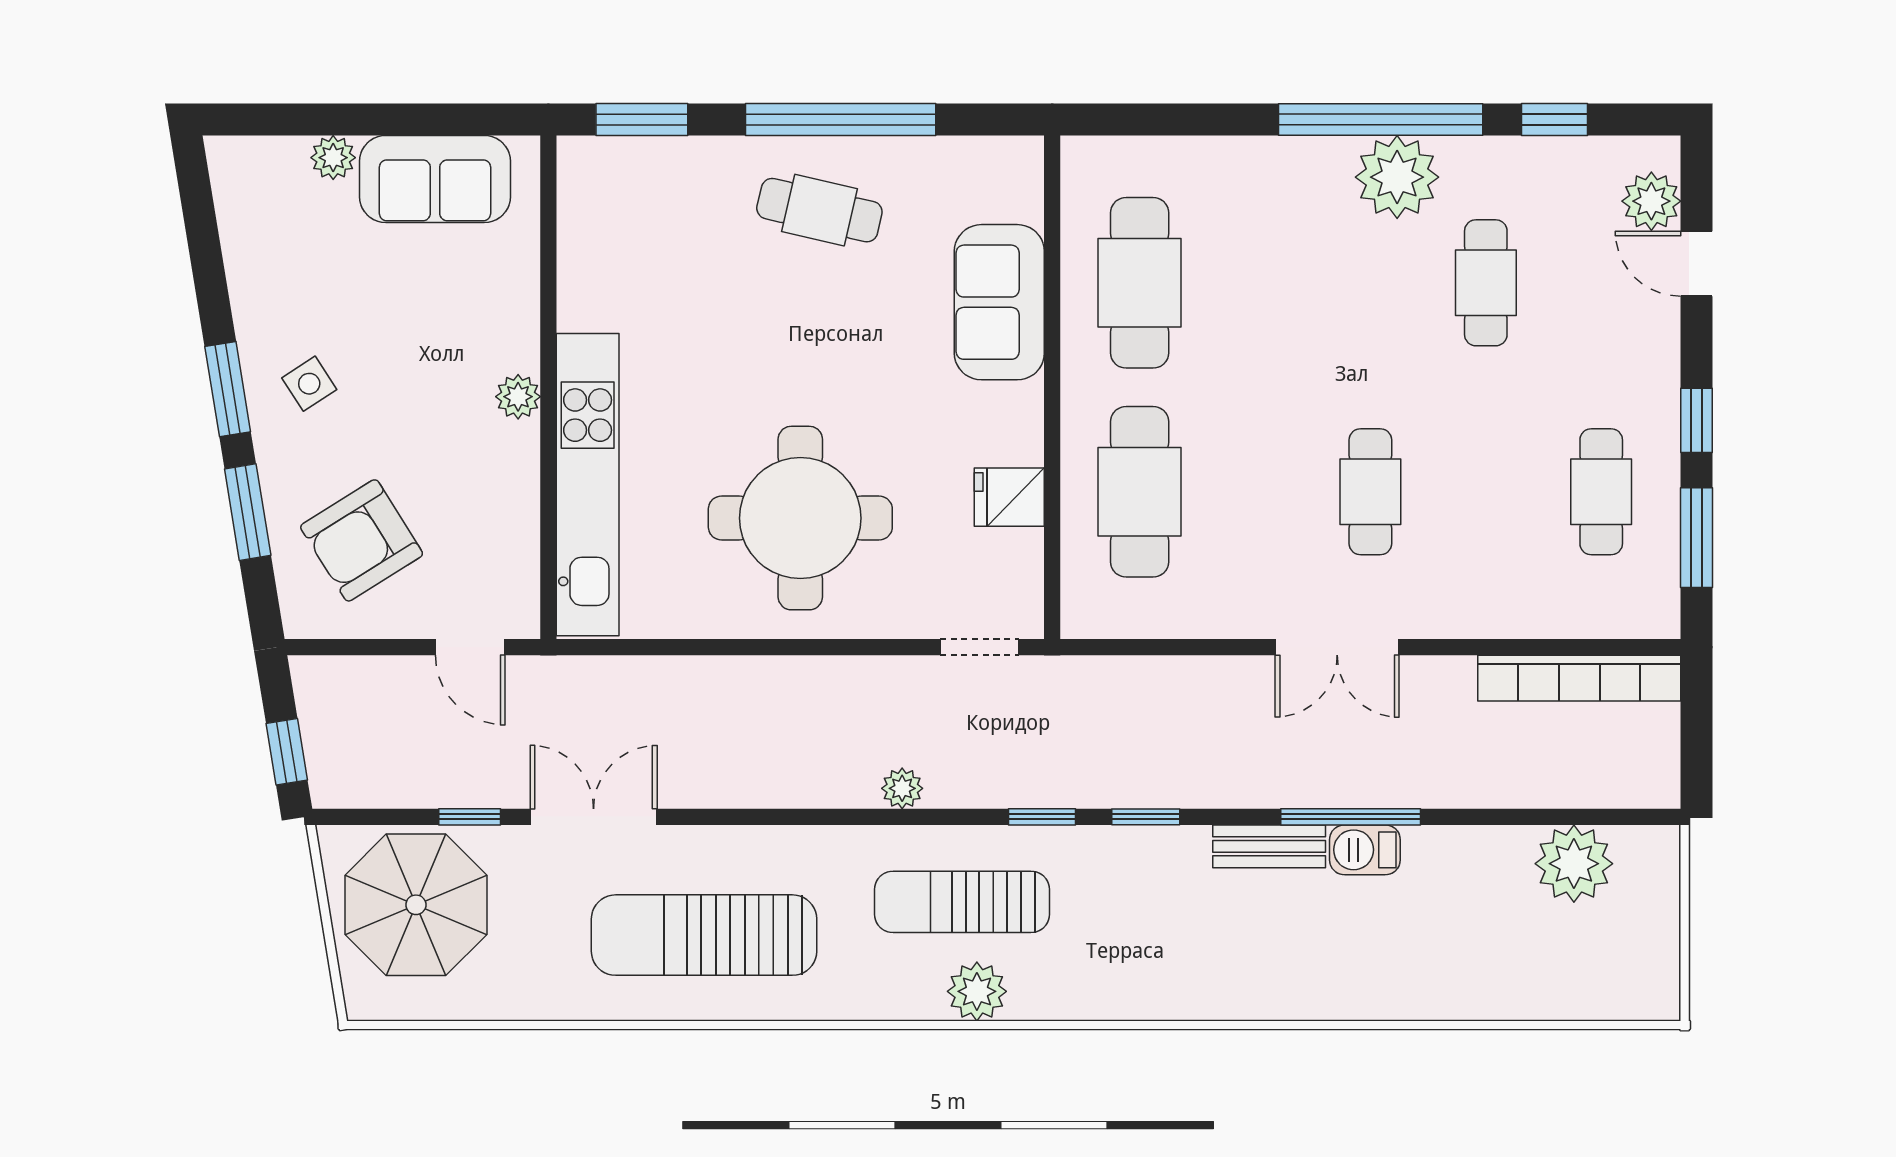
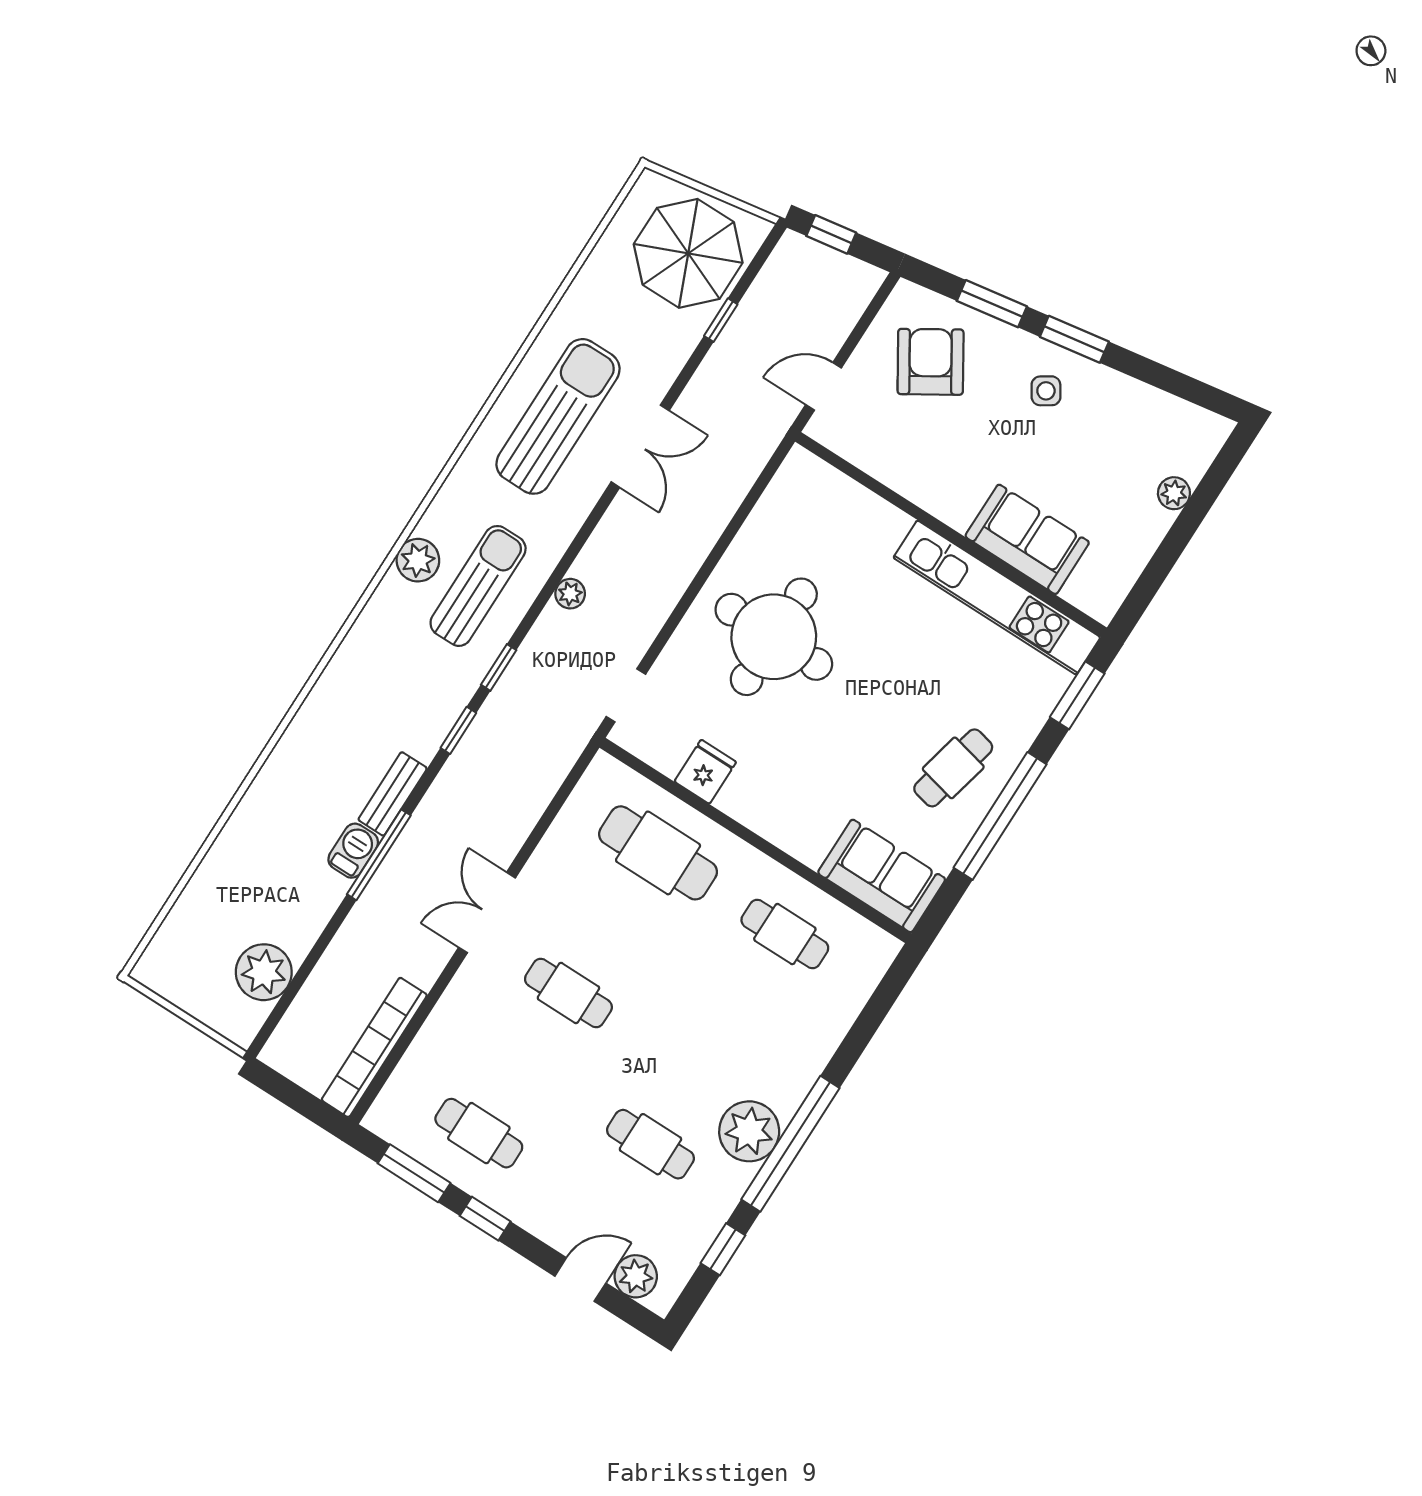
sofa: (435, 179) -> (1027, 539), moved, turned 90
cafe table: (1140, 283) -> (785, 934), width x0.73, depth x0.74
sofa: (999, 302) -> (882, 876), moved
plant: (518, 397) -> (957, 513), removed
kitchen unit: (588, 485) -> (997, 598), moved
double door: (594, 817) -> (640, 446), moved

